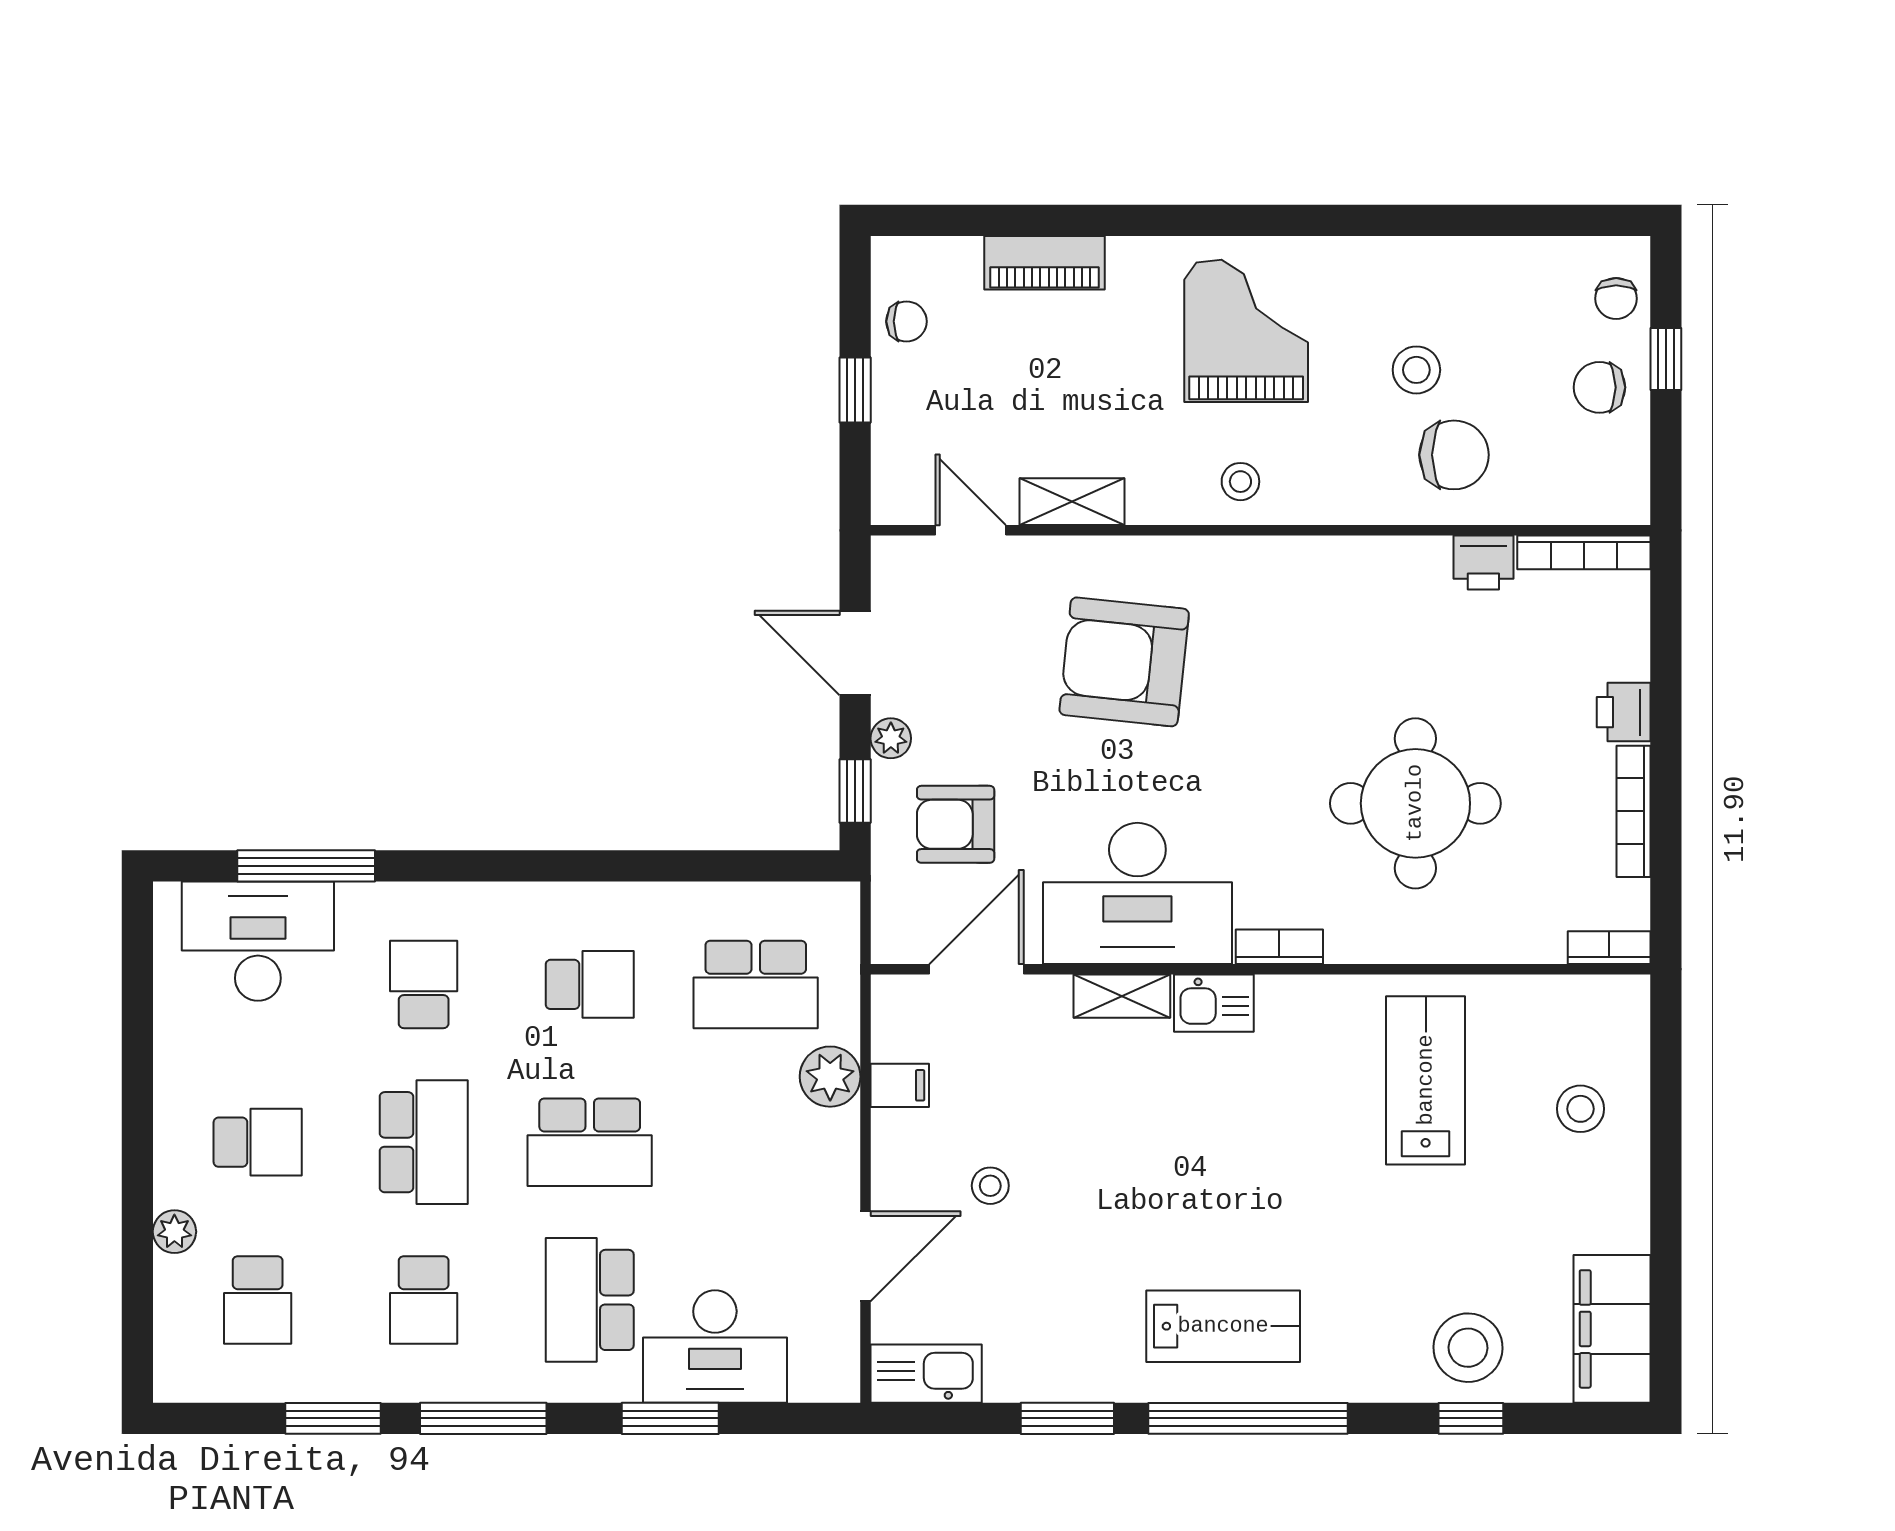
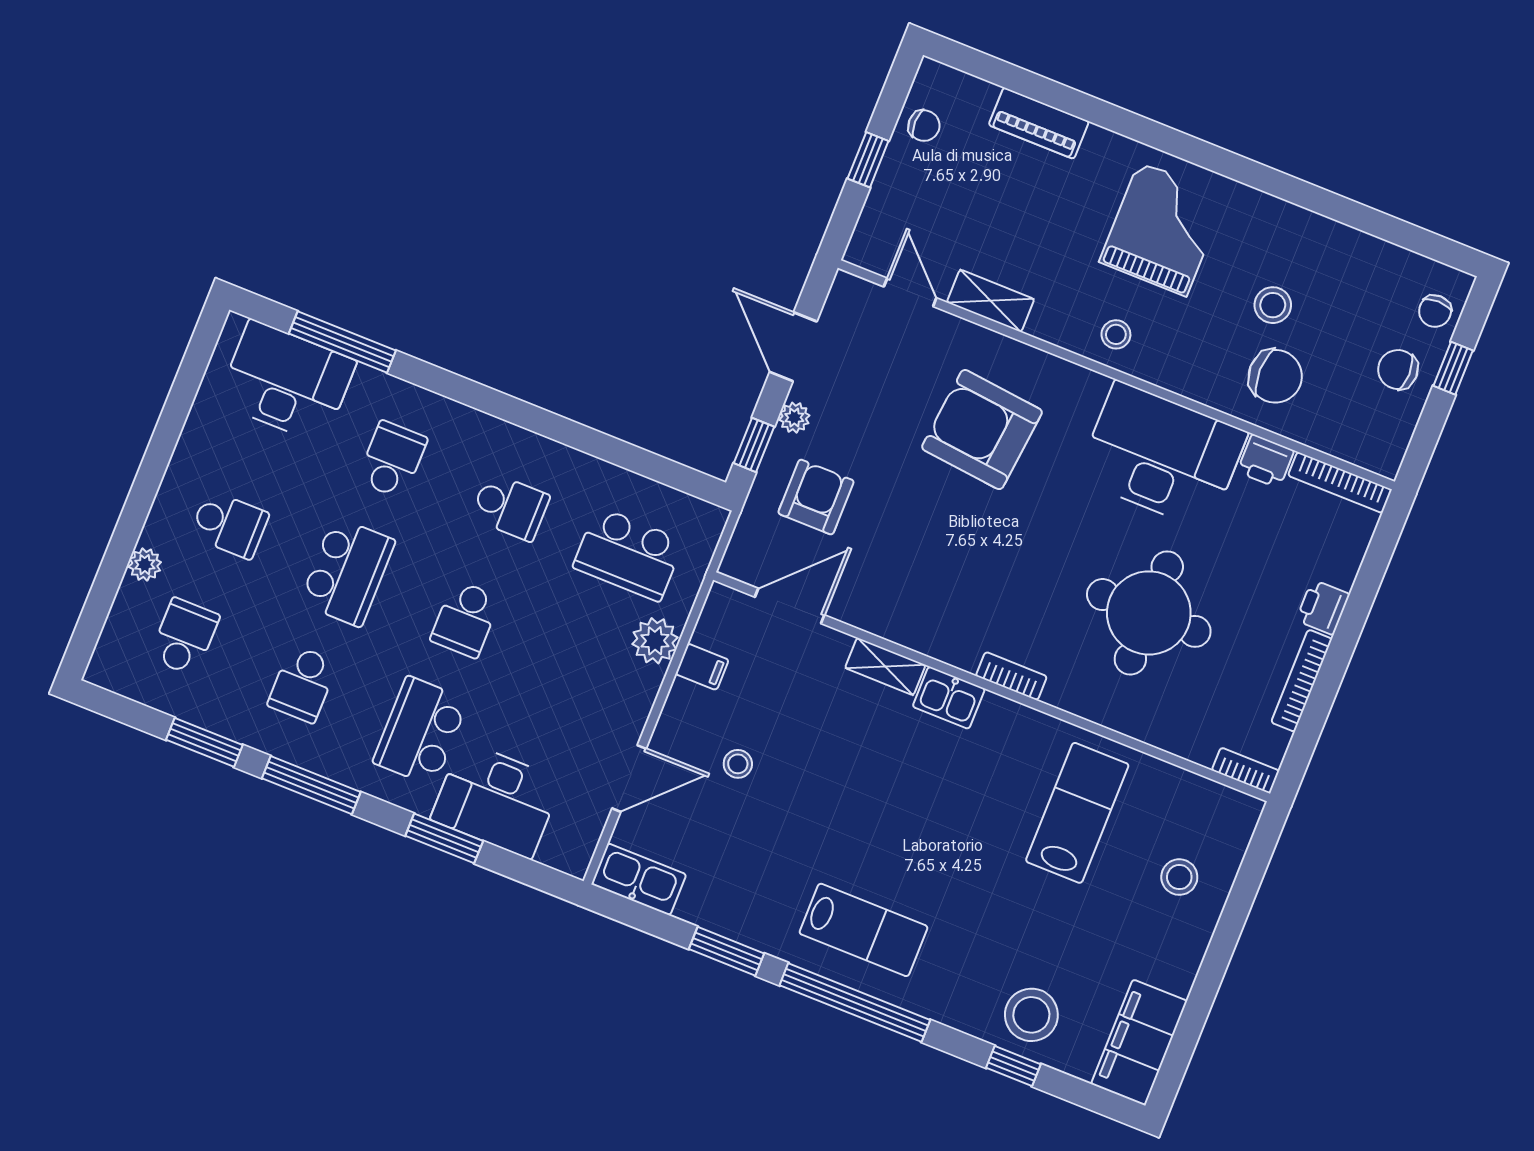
armchair: (956, 824) -> (816, 497), turned 90
desk: (1137, 893) -> (1162, 456), moved, turned 180
school desk: (590, 1142) -> (465, 619), width x0.54
school desk: (258, 1300) -> (184, 637), turned 180

